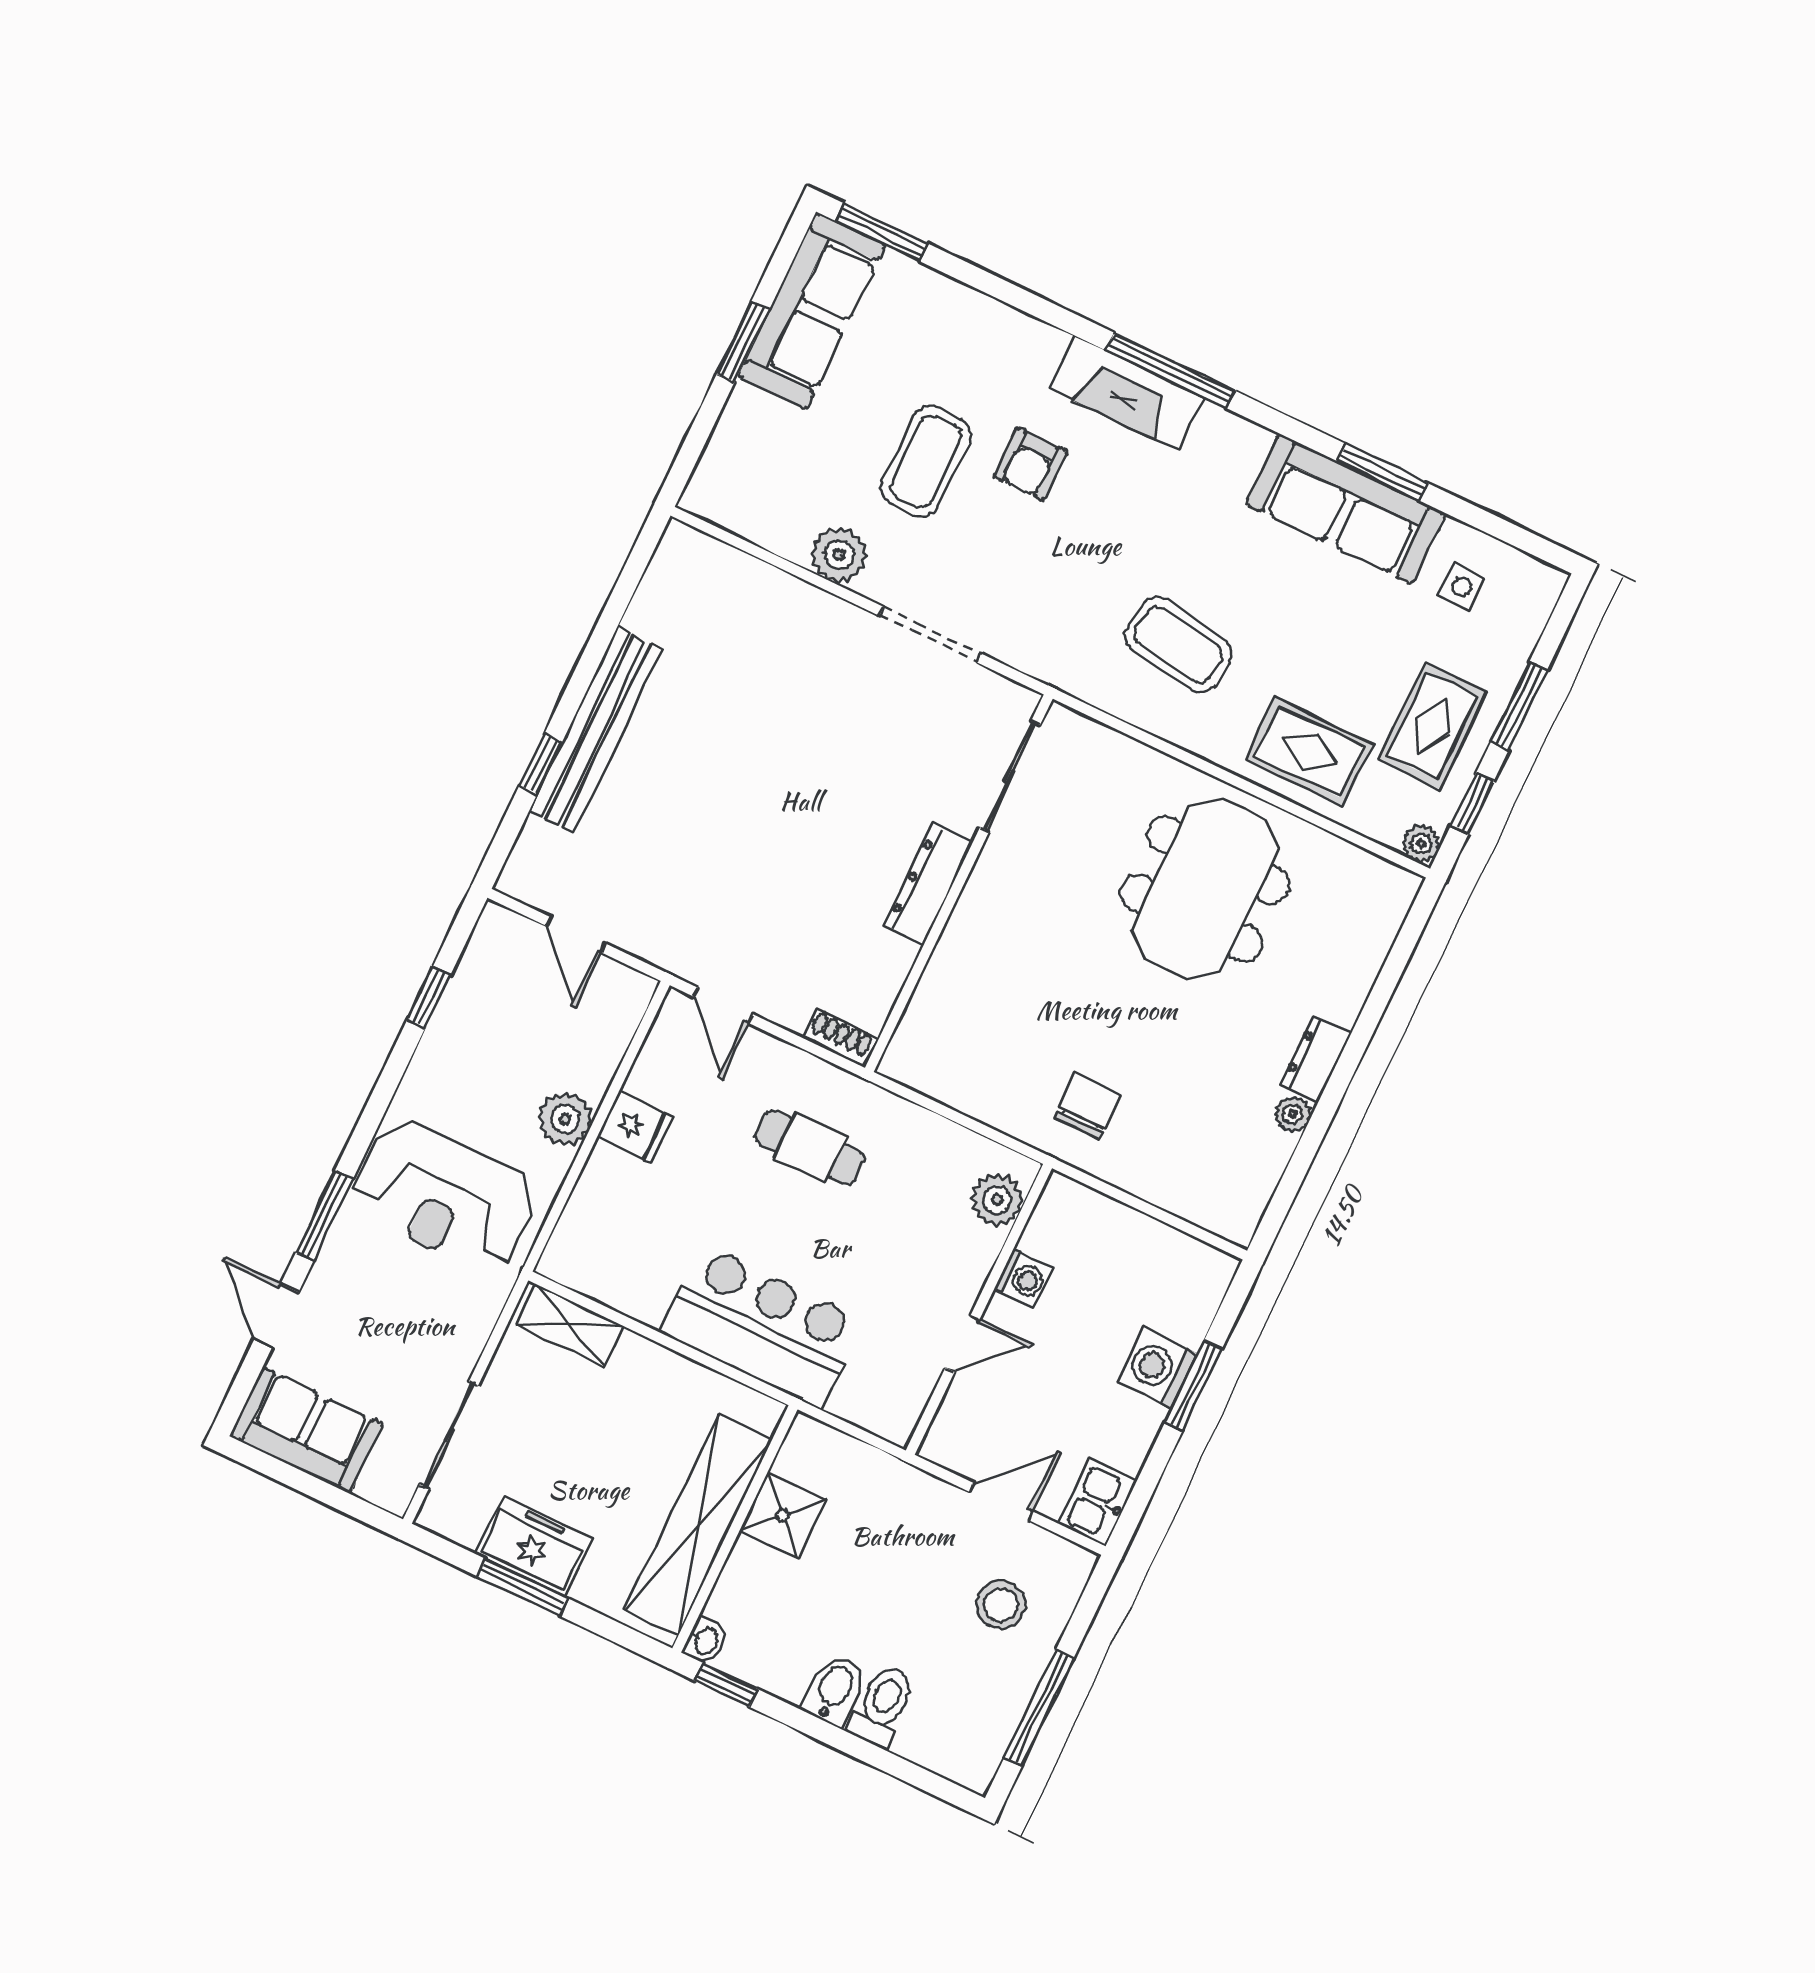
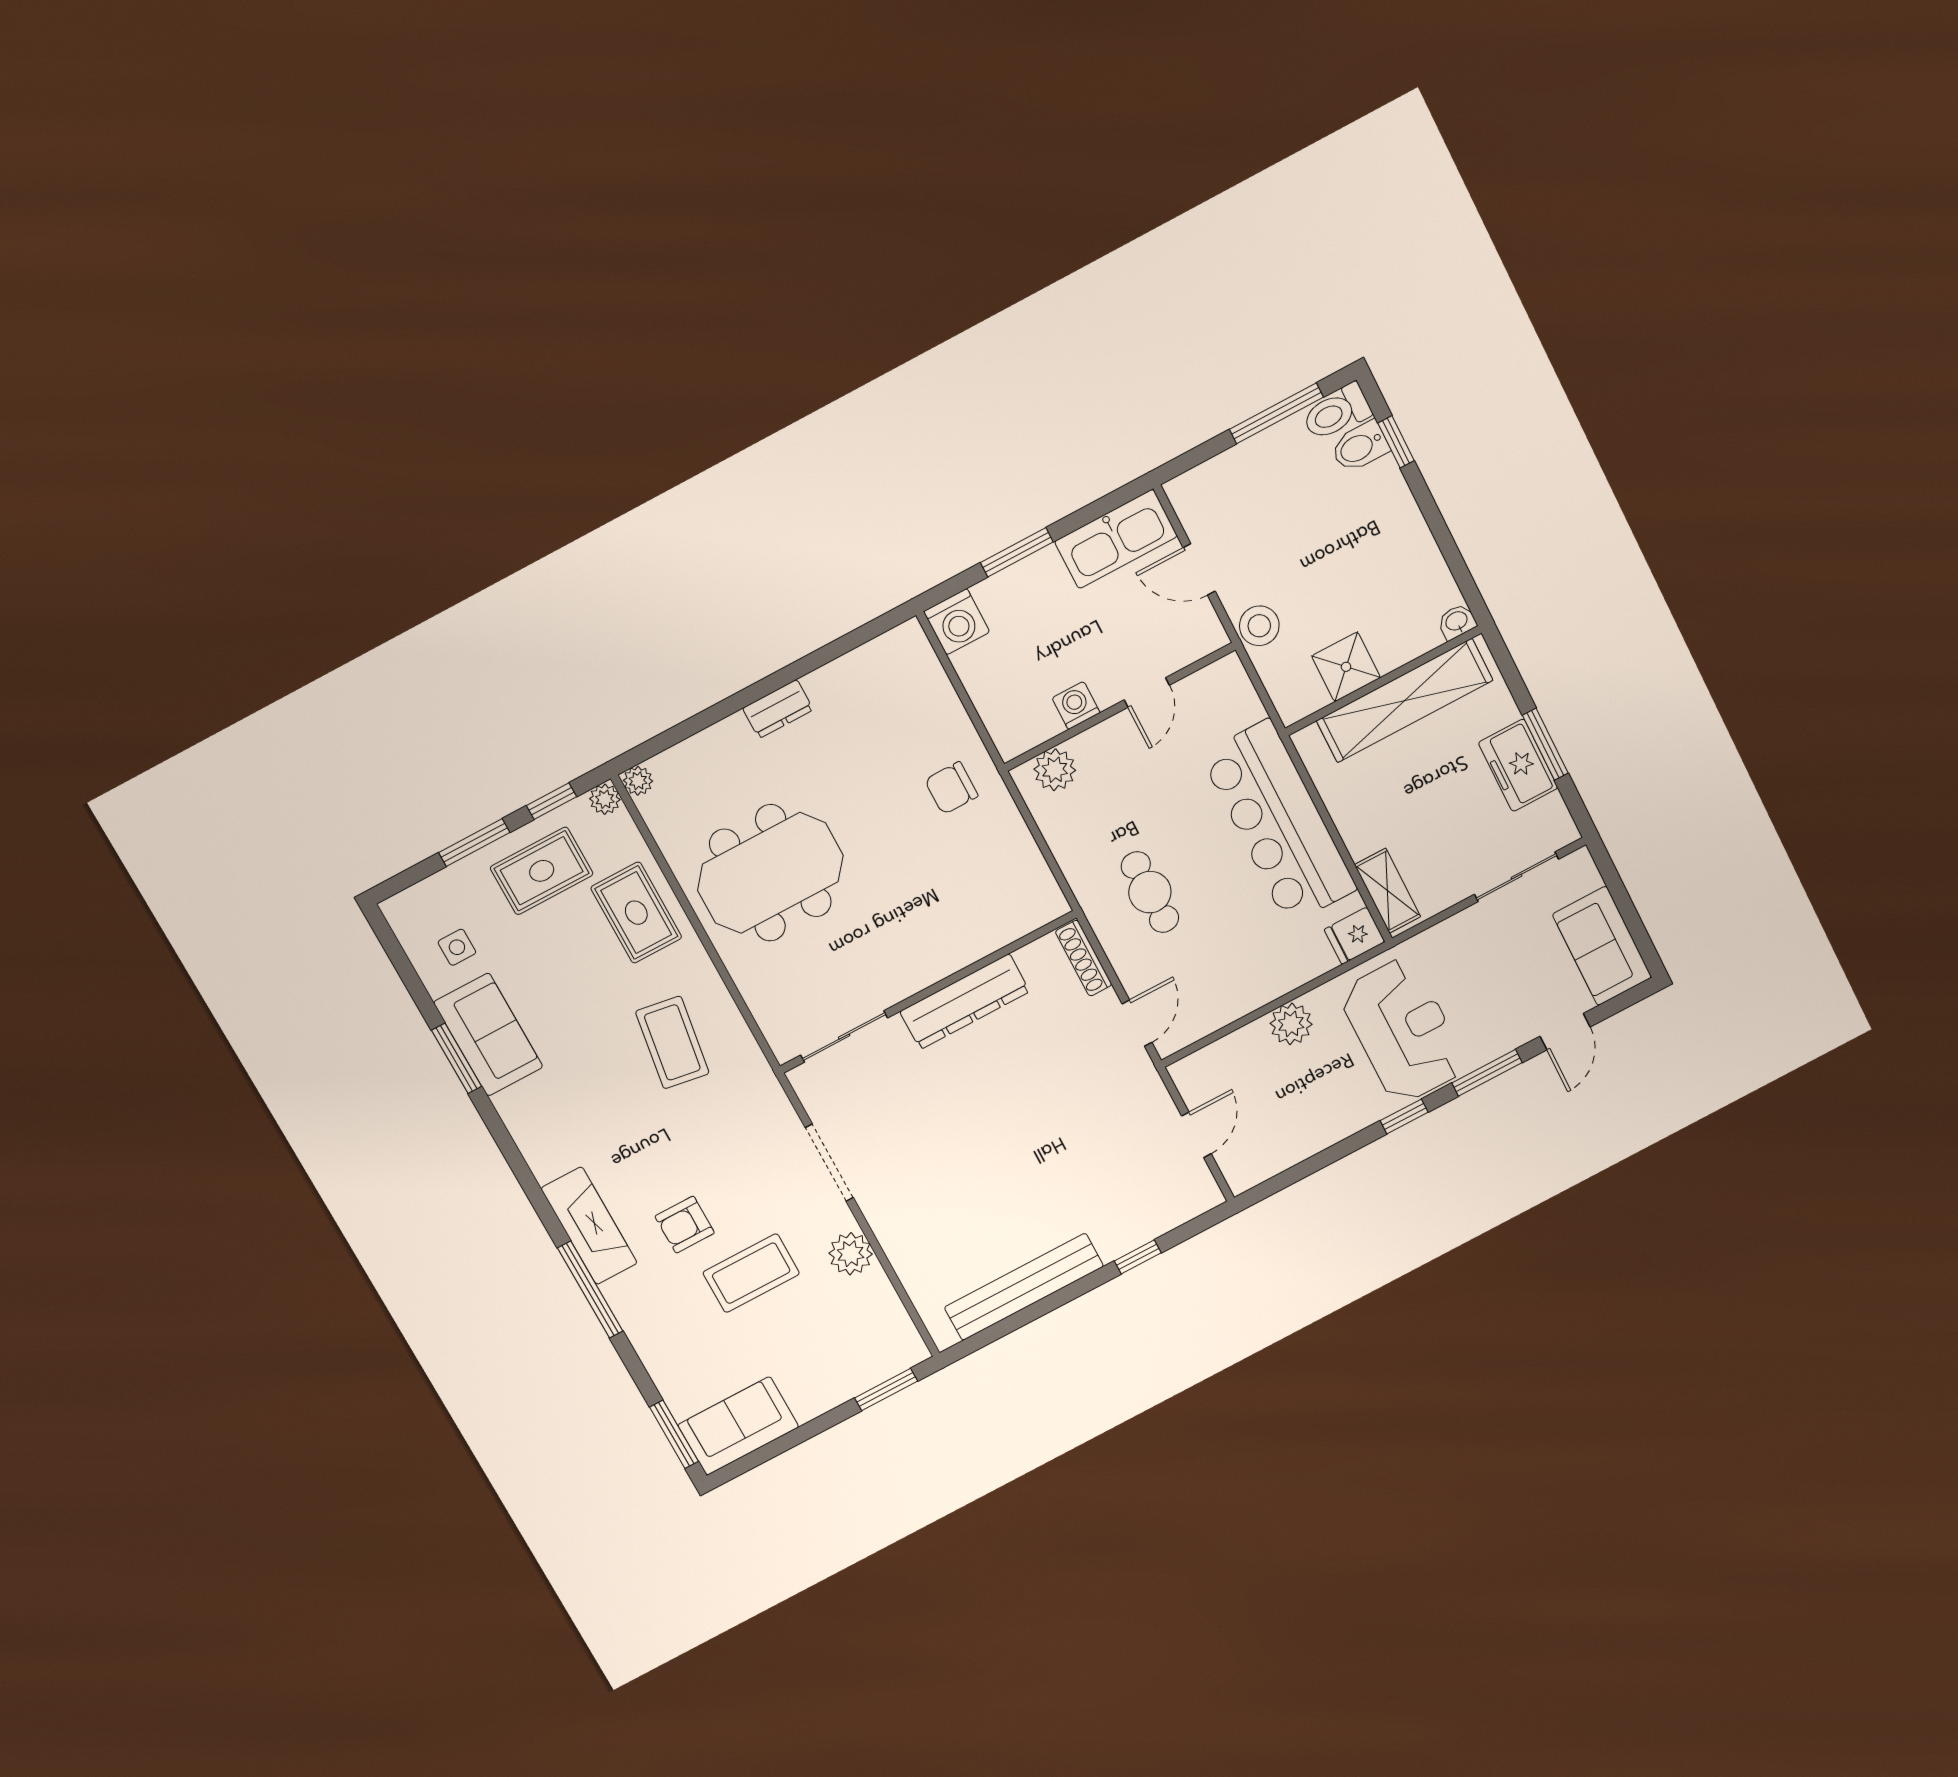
sofa: (812, 310) -> (738, 1426), width x0.73
window: (743, 342) -> (886, 1389), moved
window: (1170, 370) -> (590, 1290), moved
armchair: (1031, 464) -> (685, 1225), turned 180
sofa: (1346, 509) -> (488, 1035), width x0.73
bench: (596, 730) -> (1024, 1287), moved
dresser: (928, 884) -> (965, 1002), width x1.37, depth x1.24
window: (429, 997) -> (1404, 1116), moved
shoe rack: (840, 1038) -> (1084, 958), width x1.43
plant: (1293, 1114) -> (638, 781), moved
fridge: (635, 1127) -> (1354, 936), moved, turned -90
bar counter: (762, 1326) -> (1279, 822), width x1.36
door: (963, 1343) -> (1147, 692), swing flipped
washing machine: (1158, 1368) -> (957, 622), moved
kitchen sink: (1098, 1502) -> (1116, 539), width x1.87, depth x1.24
stool: (1001, 1605) -> (1259, 626), moved
window: (726, 1685) -> (1396, 442), moved
bidet: (834, 1690) -> (1360, 447), moved
toilet: (882, 1706) -> (1337, 412), moved

